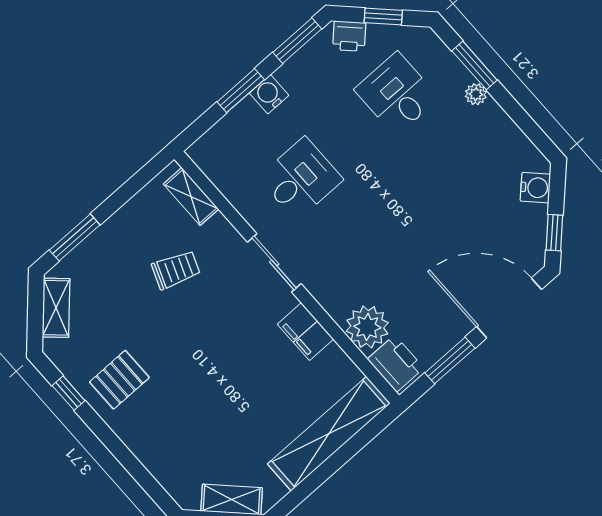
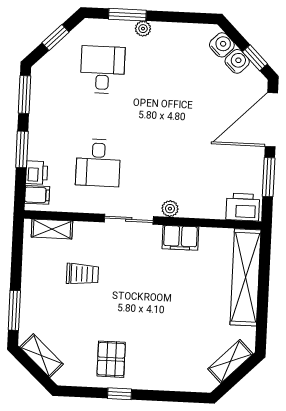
printer: (349, 36) -> (37, 173), moved, turned -45
water cooler: (269, 94) -> (237, 61), moved, turned 135
desk: (397, 94) -> (103, 70), turned 90
filing cabinet: (210, 149) -> (37, 195), added
desk: (301, 179) -> (98, 163), turned 180
trolley: (176, 270) -> (82, 274), turned 69
plant: (367, 327) -> (170, 209), moved, width x0.53, depth x0.53
window: (69, 393) -> (120, 394), moved

